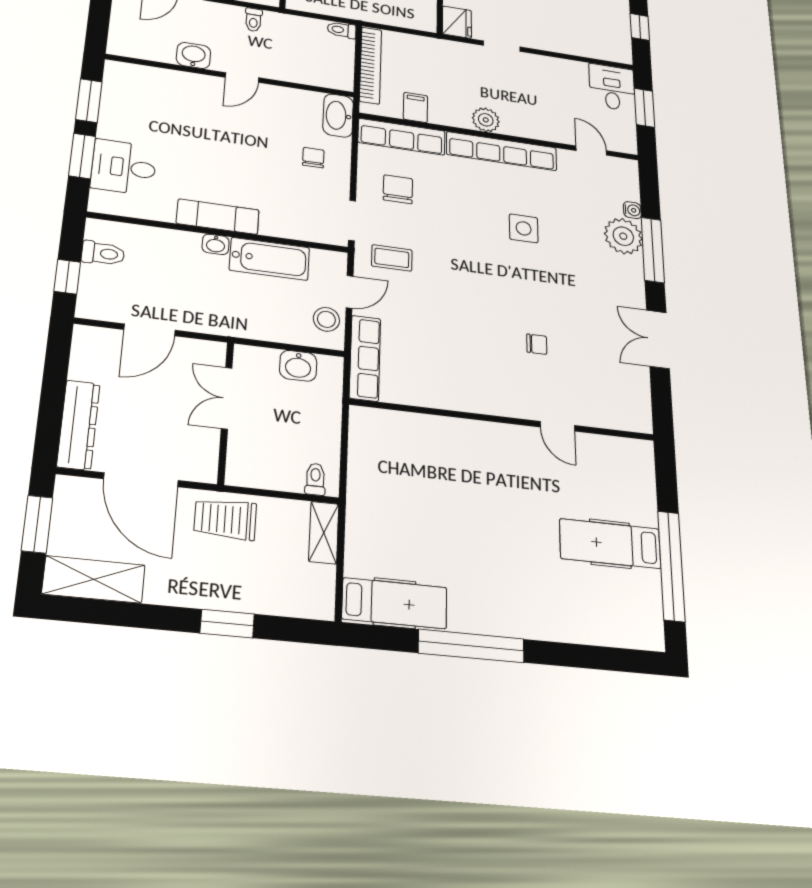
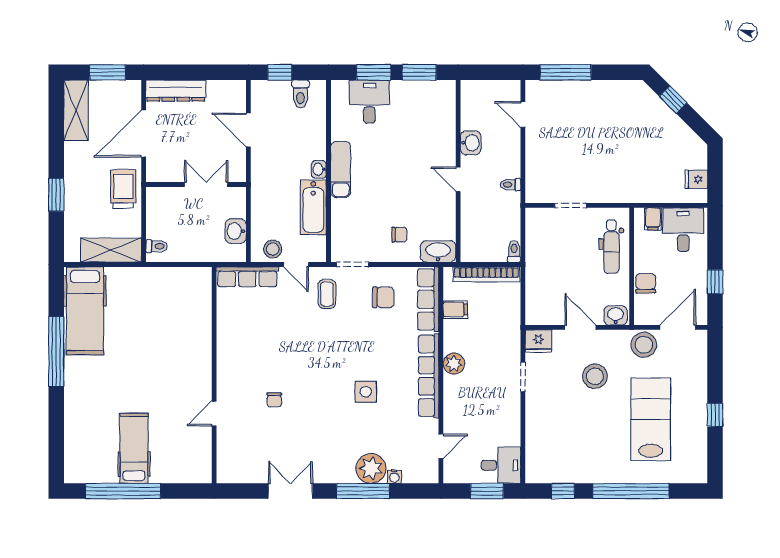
shelving: (324, 533) -> (111, 250), width x1.50, depth x1.33
hospital bed: (395, 603) -> (85, 311), width x1.37, depth x1.29

